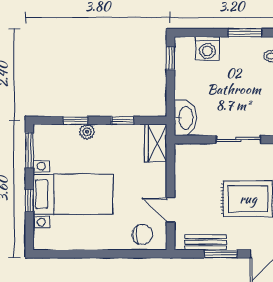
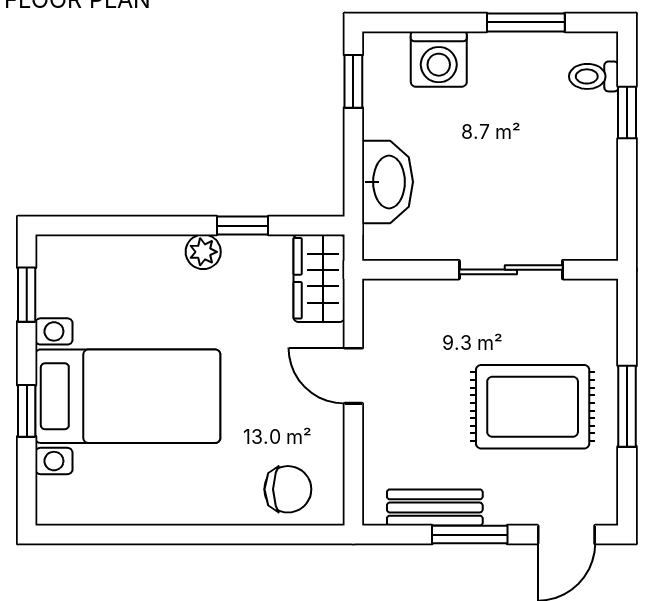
washbasin: (185, 118) -> (387, 182), moved
window: (75, 120) -> (133, 226), removed
plant: (87, 132) -> (203, 252), moved
window: (29, 150) -> (27, 295), width x0.67
door: (170, 210) -> (353, 376), moved

